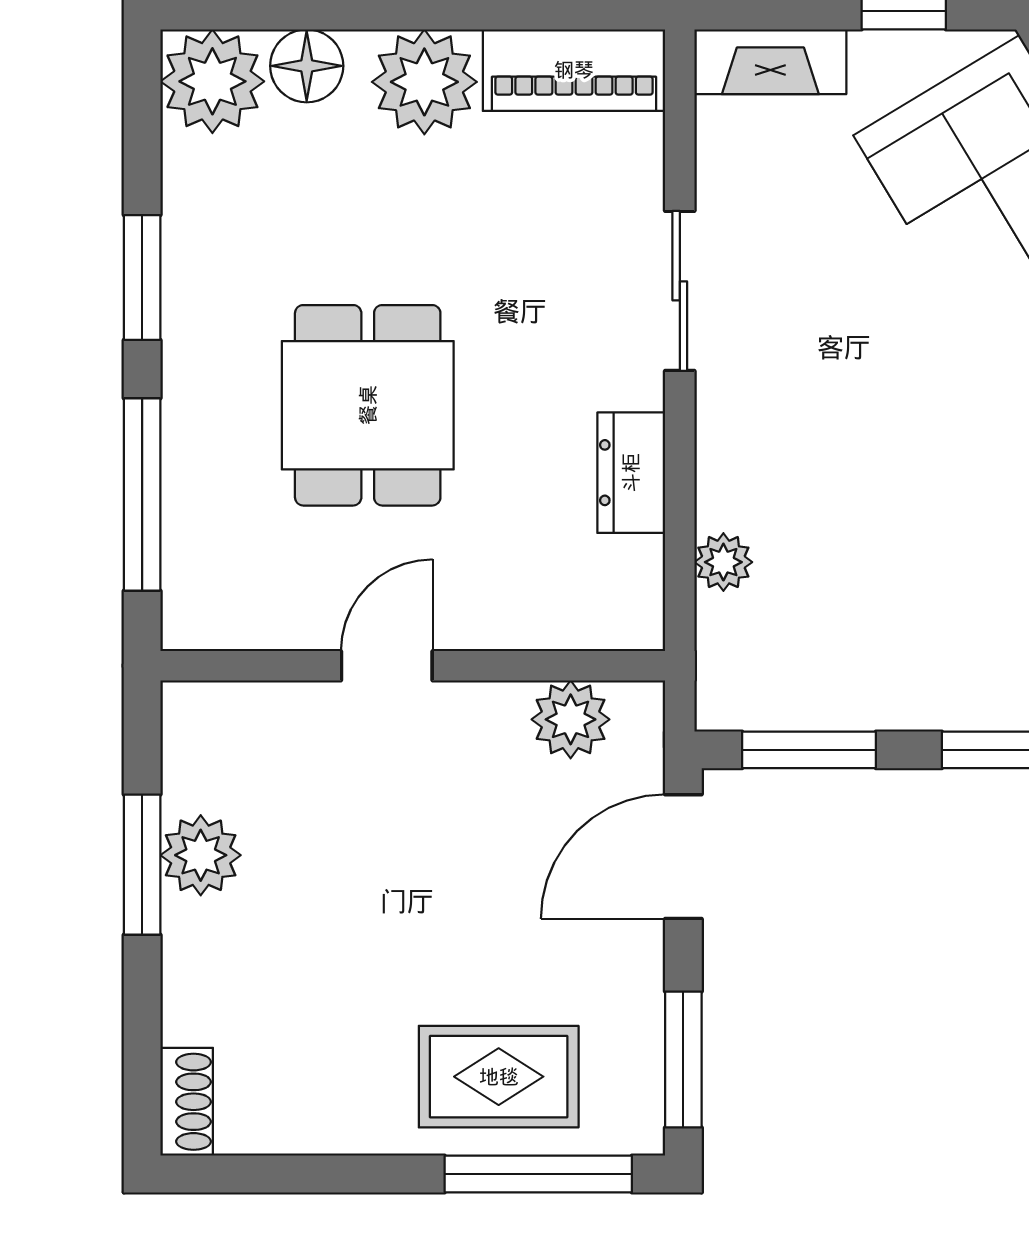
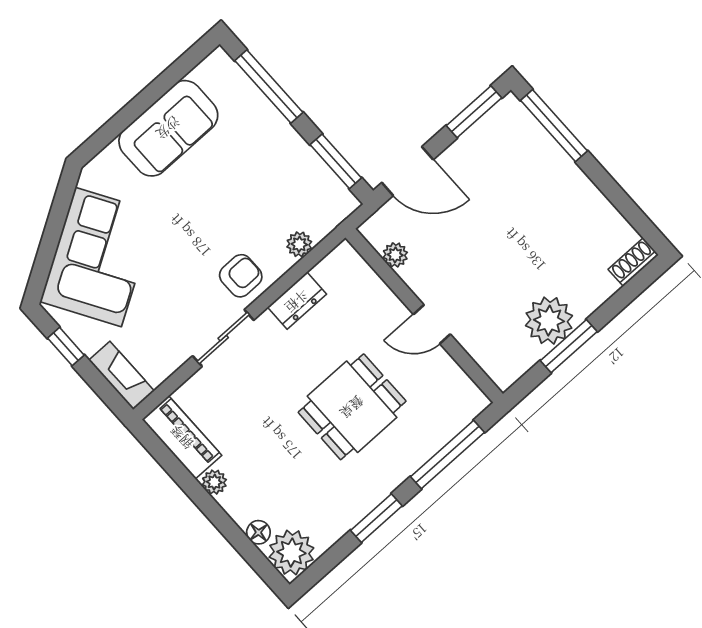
floor lamp: (307, 66) -> (258, 532), width x0.73, depth x0.73
plant: (424, 82) -> (214, 482), width x0.53, depth x0.53
armchair: (759, 415) -> (241, 276), added
plant: (571, 719) -> (395, 255), width x0.73, depth x0.73
plant: (201, 855) -> (549, 321), width x1.36, depth x1.36
rug: (499, 1077) -> (534, 167), removed

